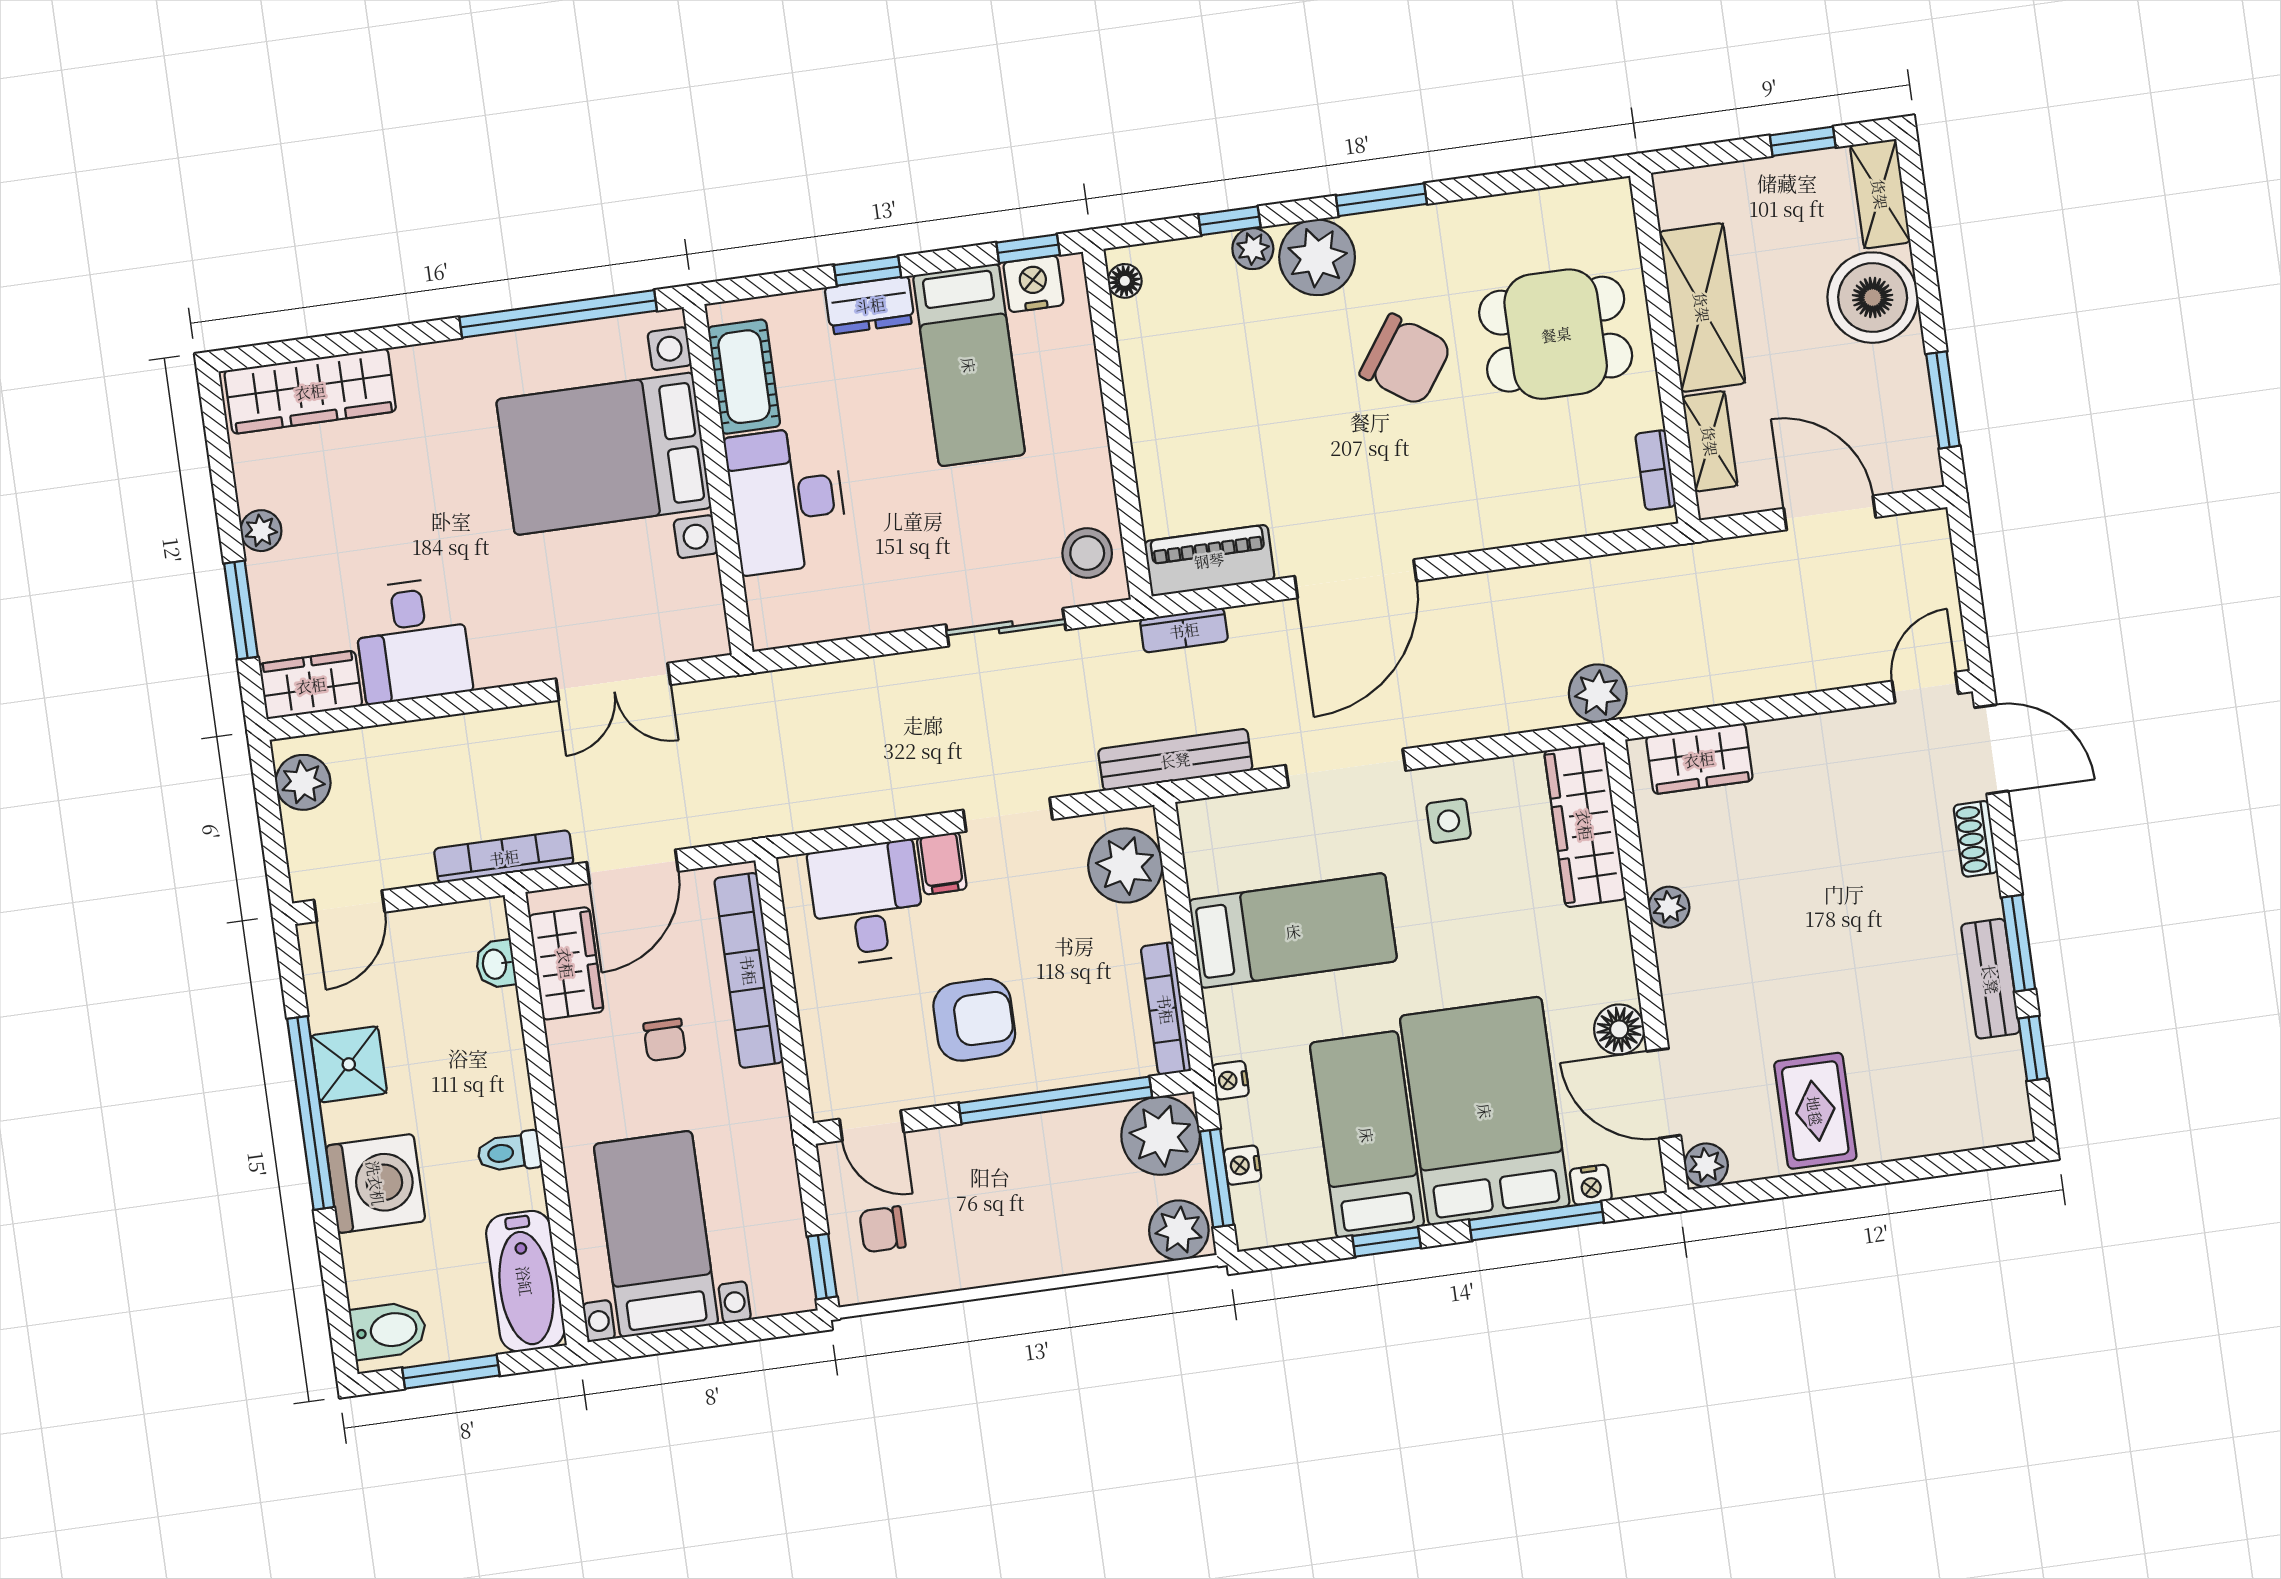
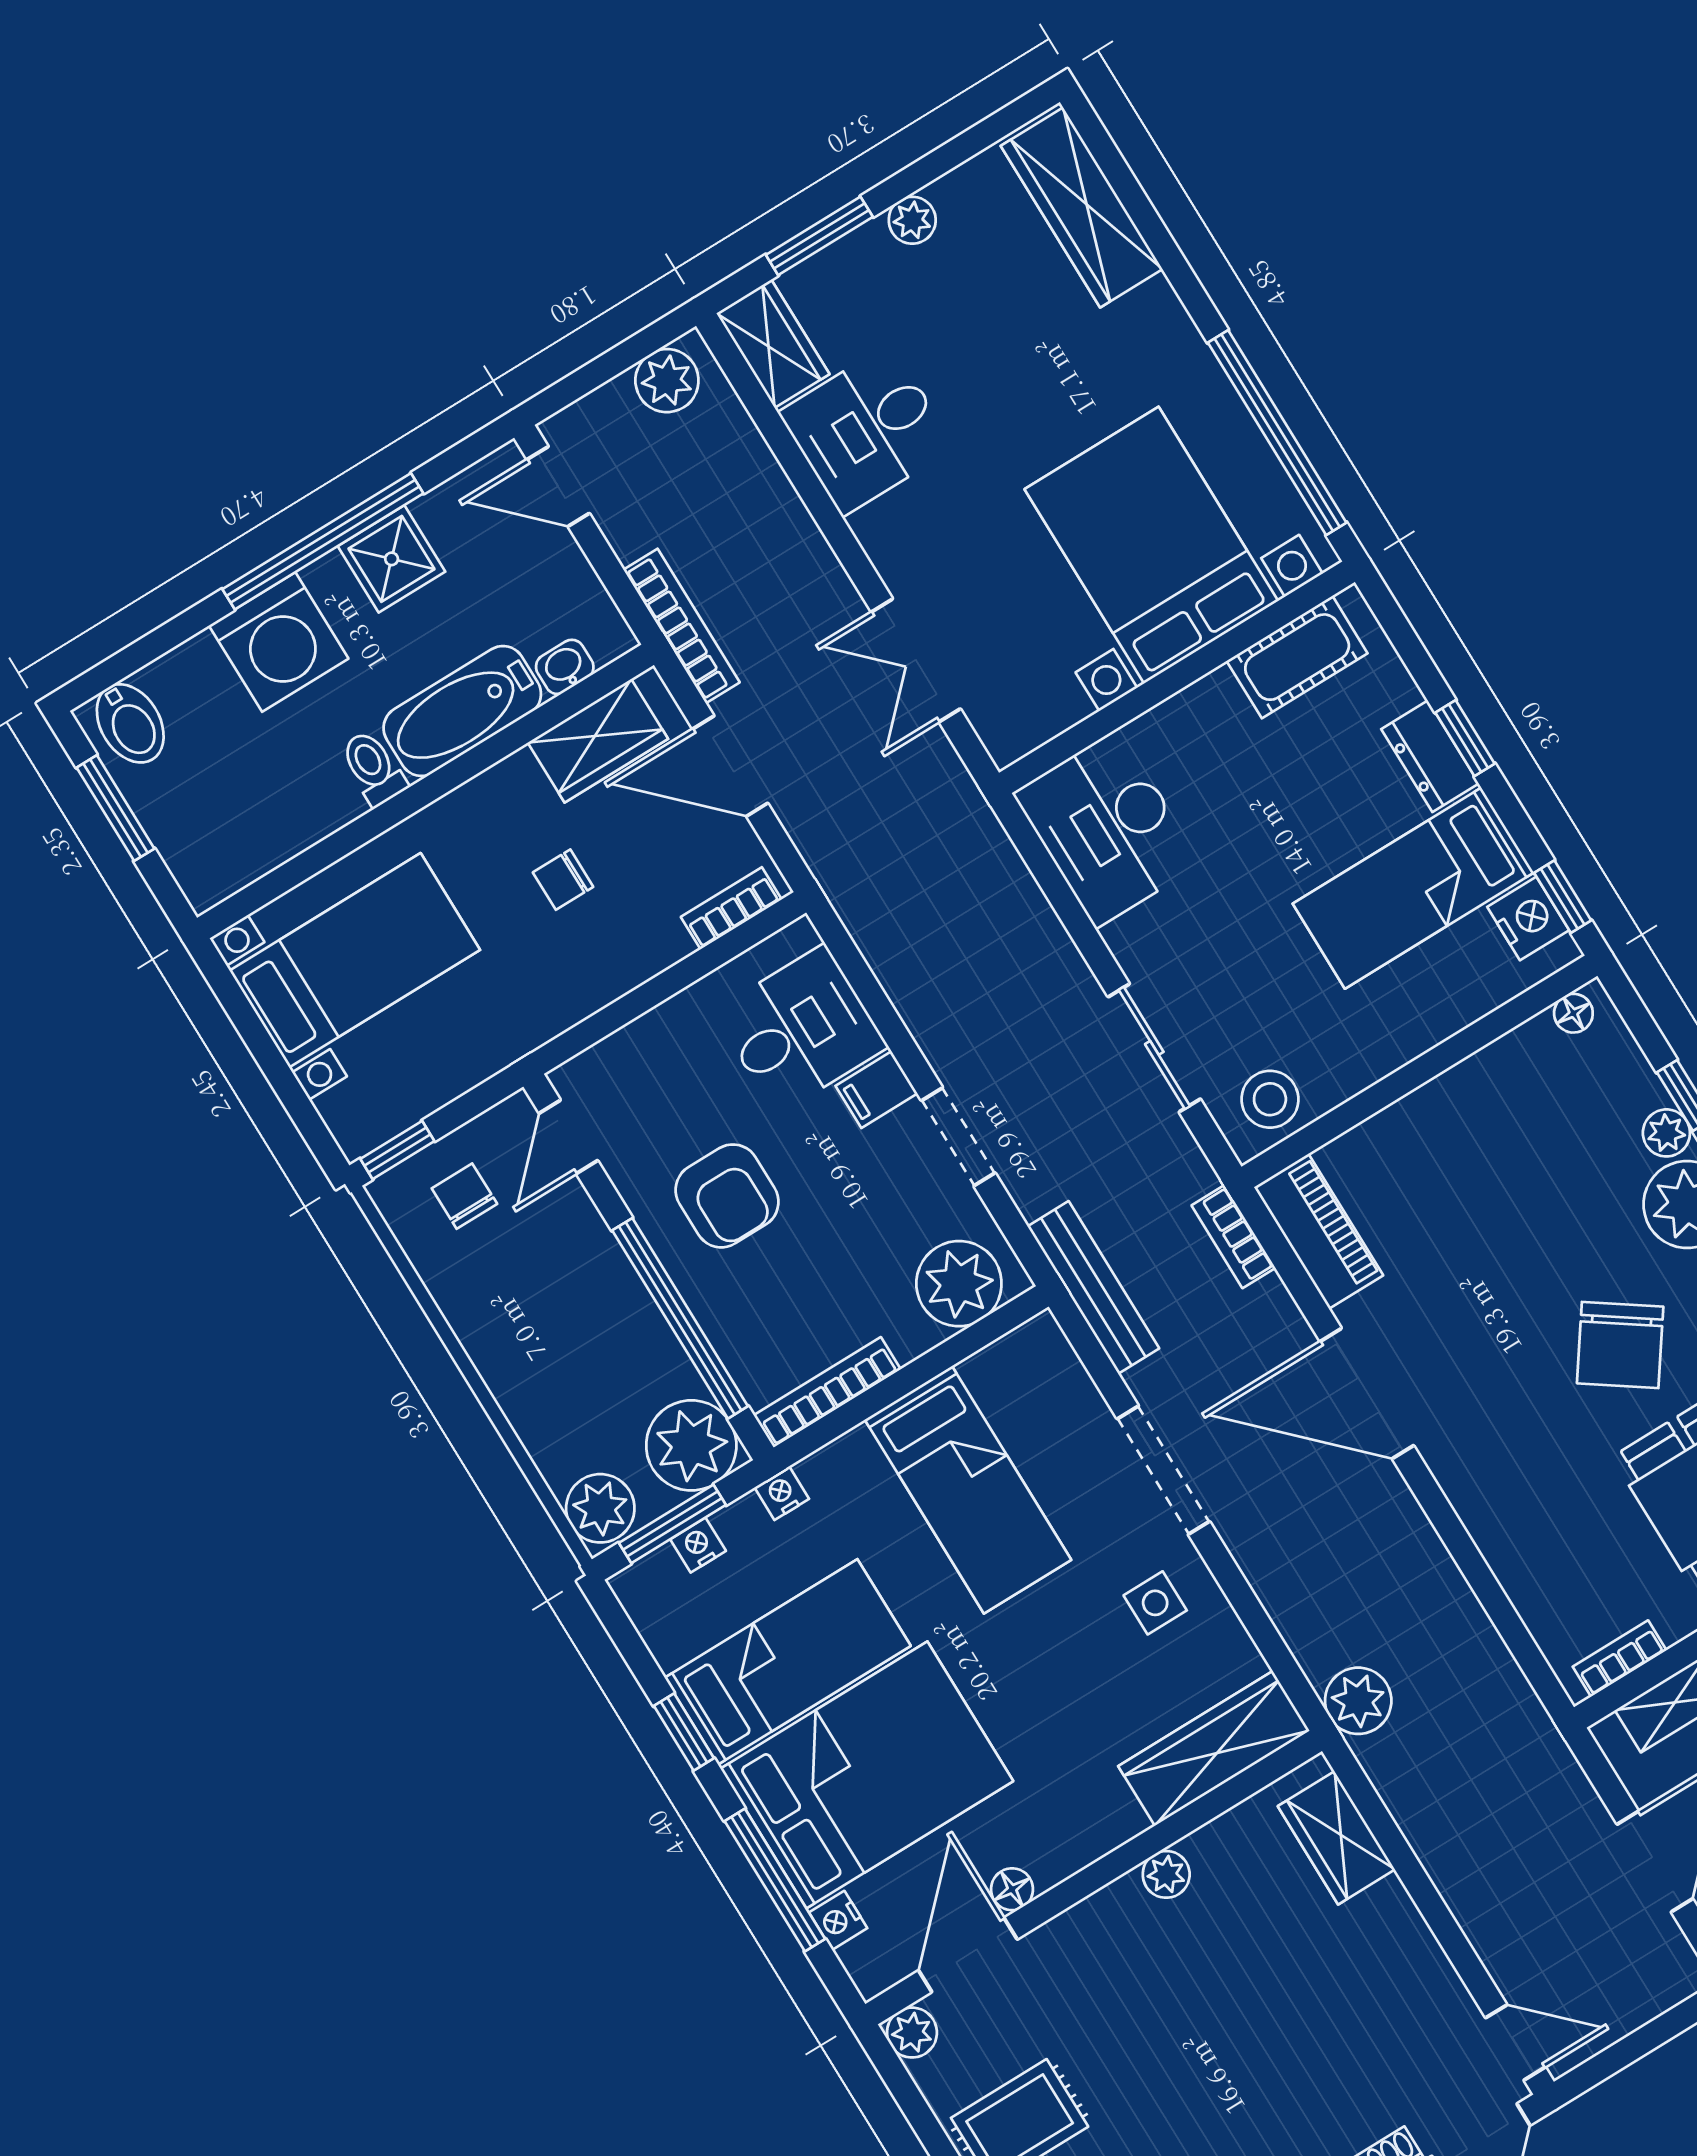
desk: (787, 500) -> (1107, 828), moved, turned -90
bookcase: (749, 970) -> (731, 908), width x0.43, depth x0.76
floor lamp: (1619, 1029) -> (1012, 1889), width x0.73, depth x0.73
bathtub: (525, 1281) -> (462, 711), moved

